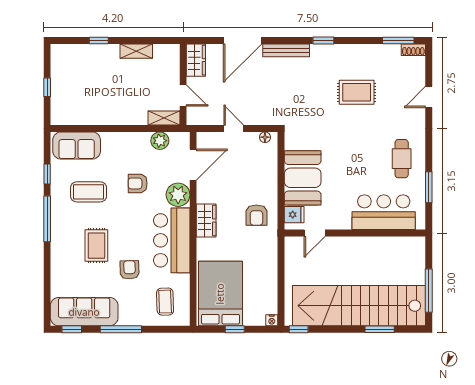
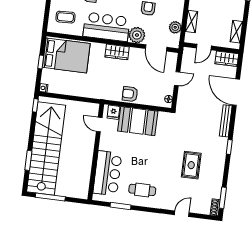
shelving: (136, 51) -> (236, 32), moved
door: (429, 97) -> (182, 214), hinge flipped
shelving: (164, 118) -> (192, 21), moved
armchair: (256, 215) -> (130, 94), moved

